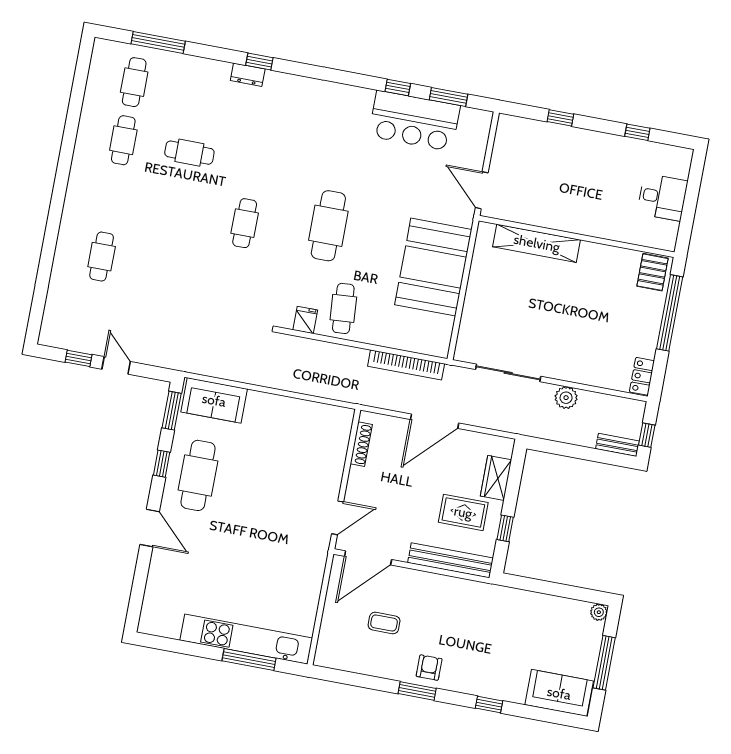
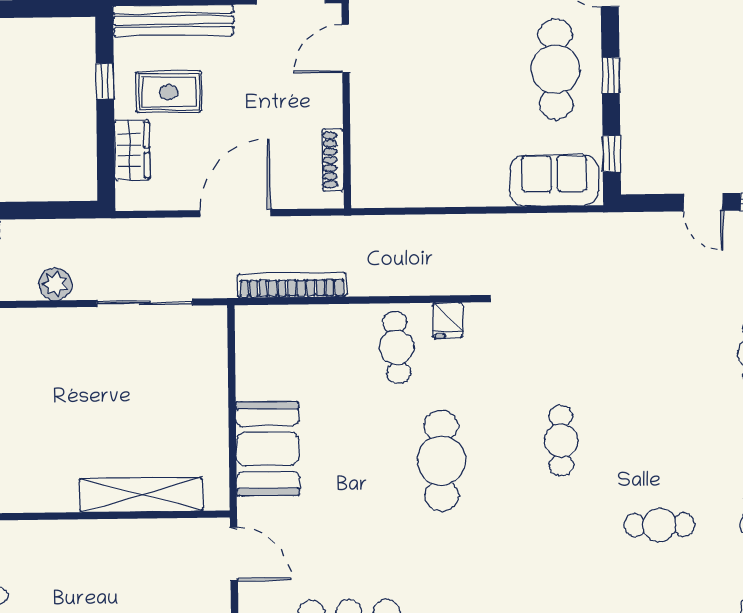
booth: (433, 267) -> (268, 449), width x0.73, depth x0.70
window: (172, 411) -> (612, 154), width x0.67

